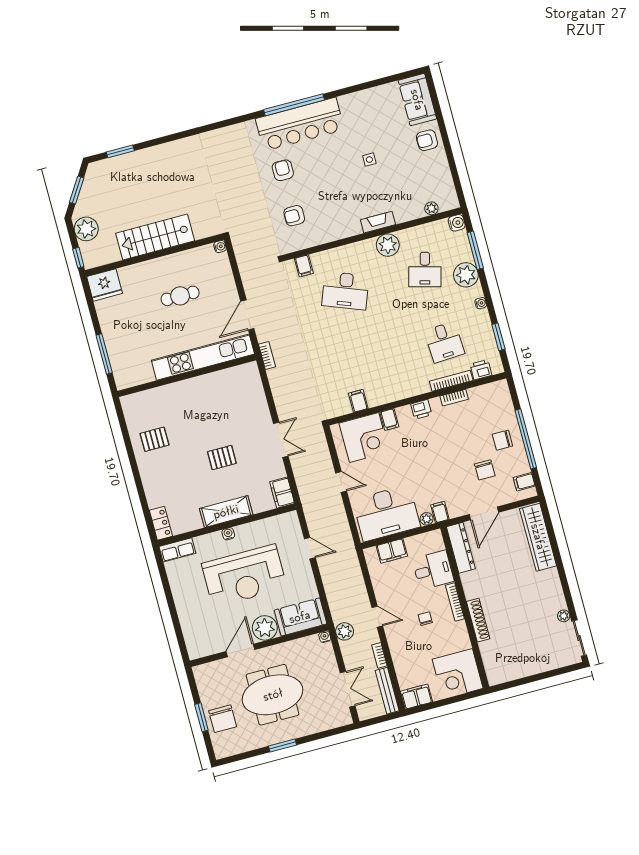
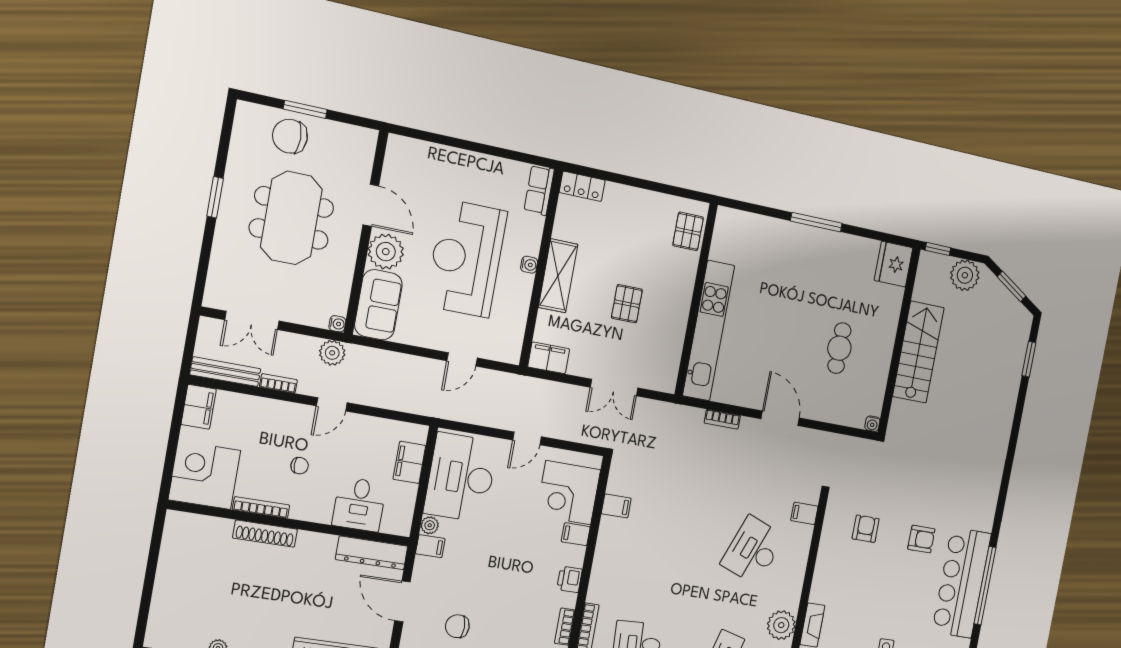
kitchen unit: (203, 357) -> (709, 331), moved
wall: (187, 376) -> (696, 300), moved
bookcase: (455, 602) -> (261, 507), moved

